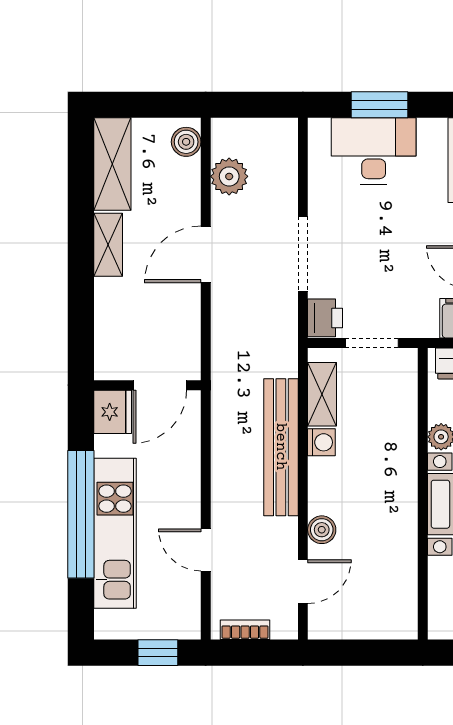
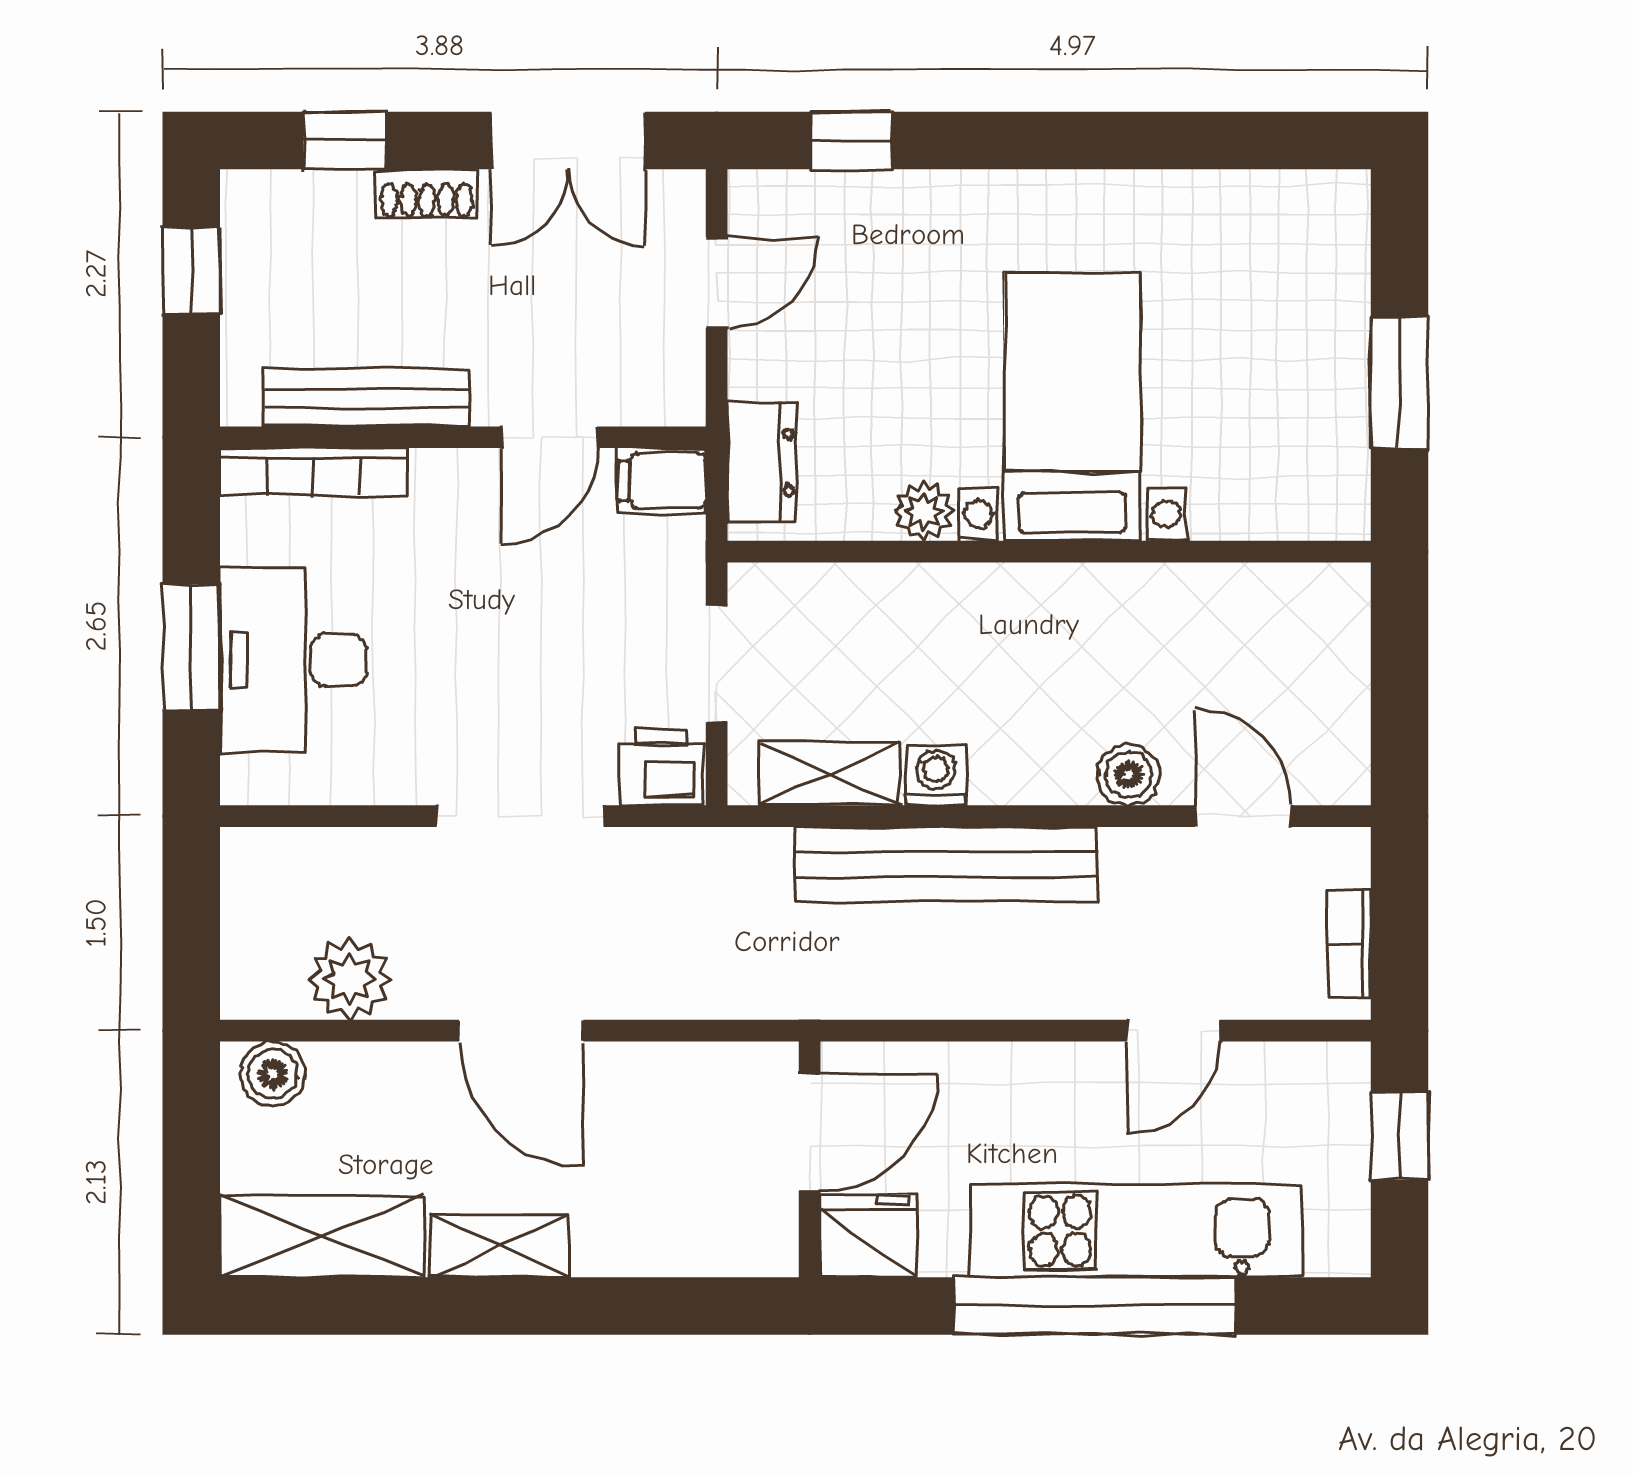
door: (160, 385) -> (810, 1132), hinge flipped

